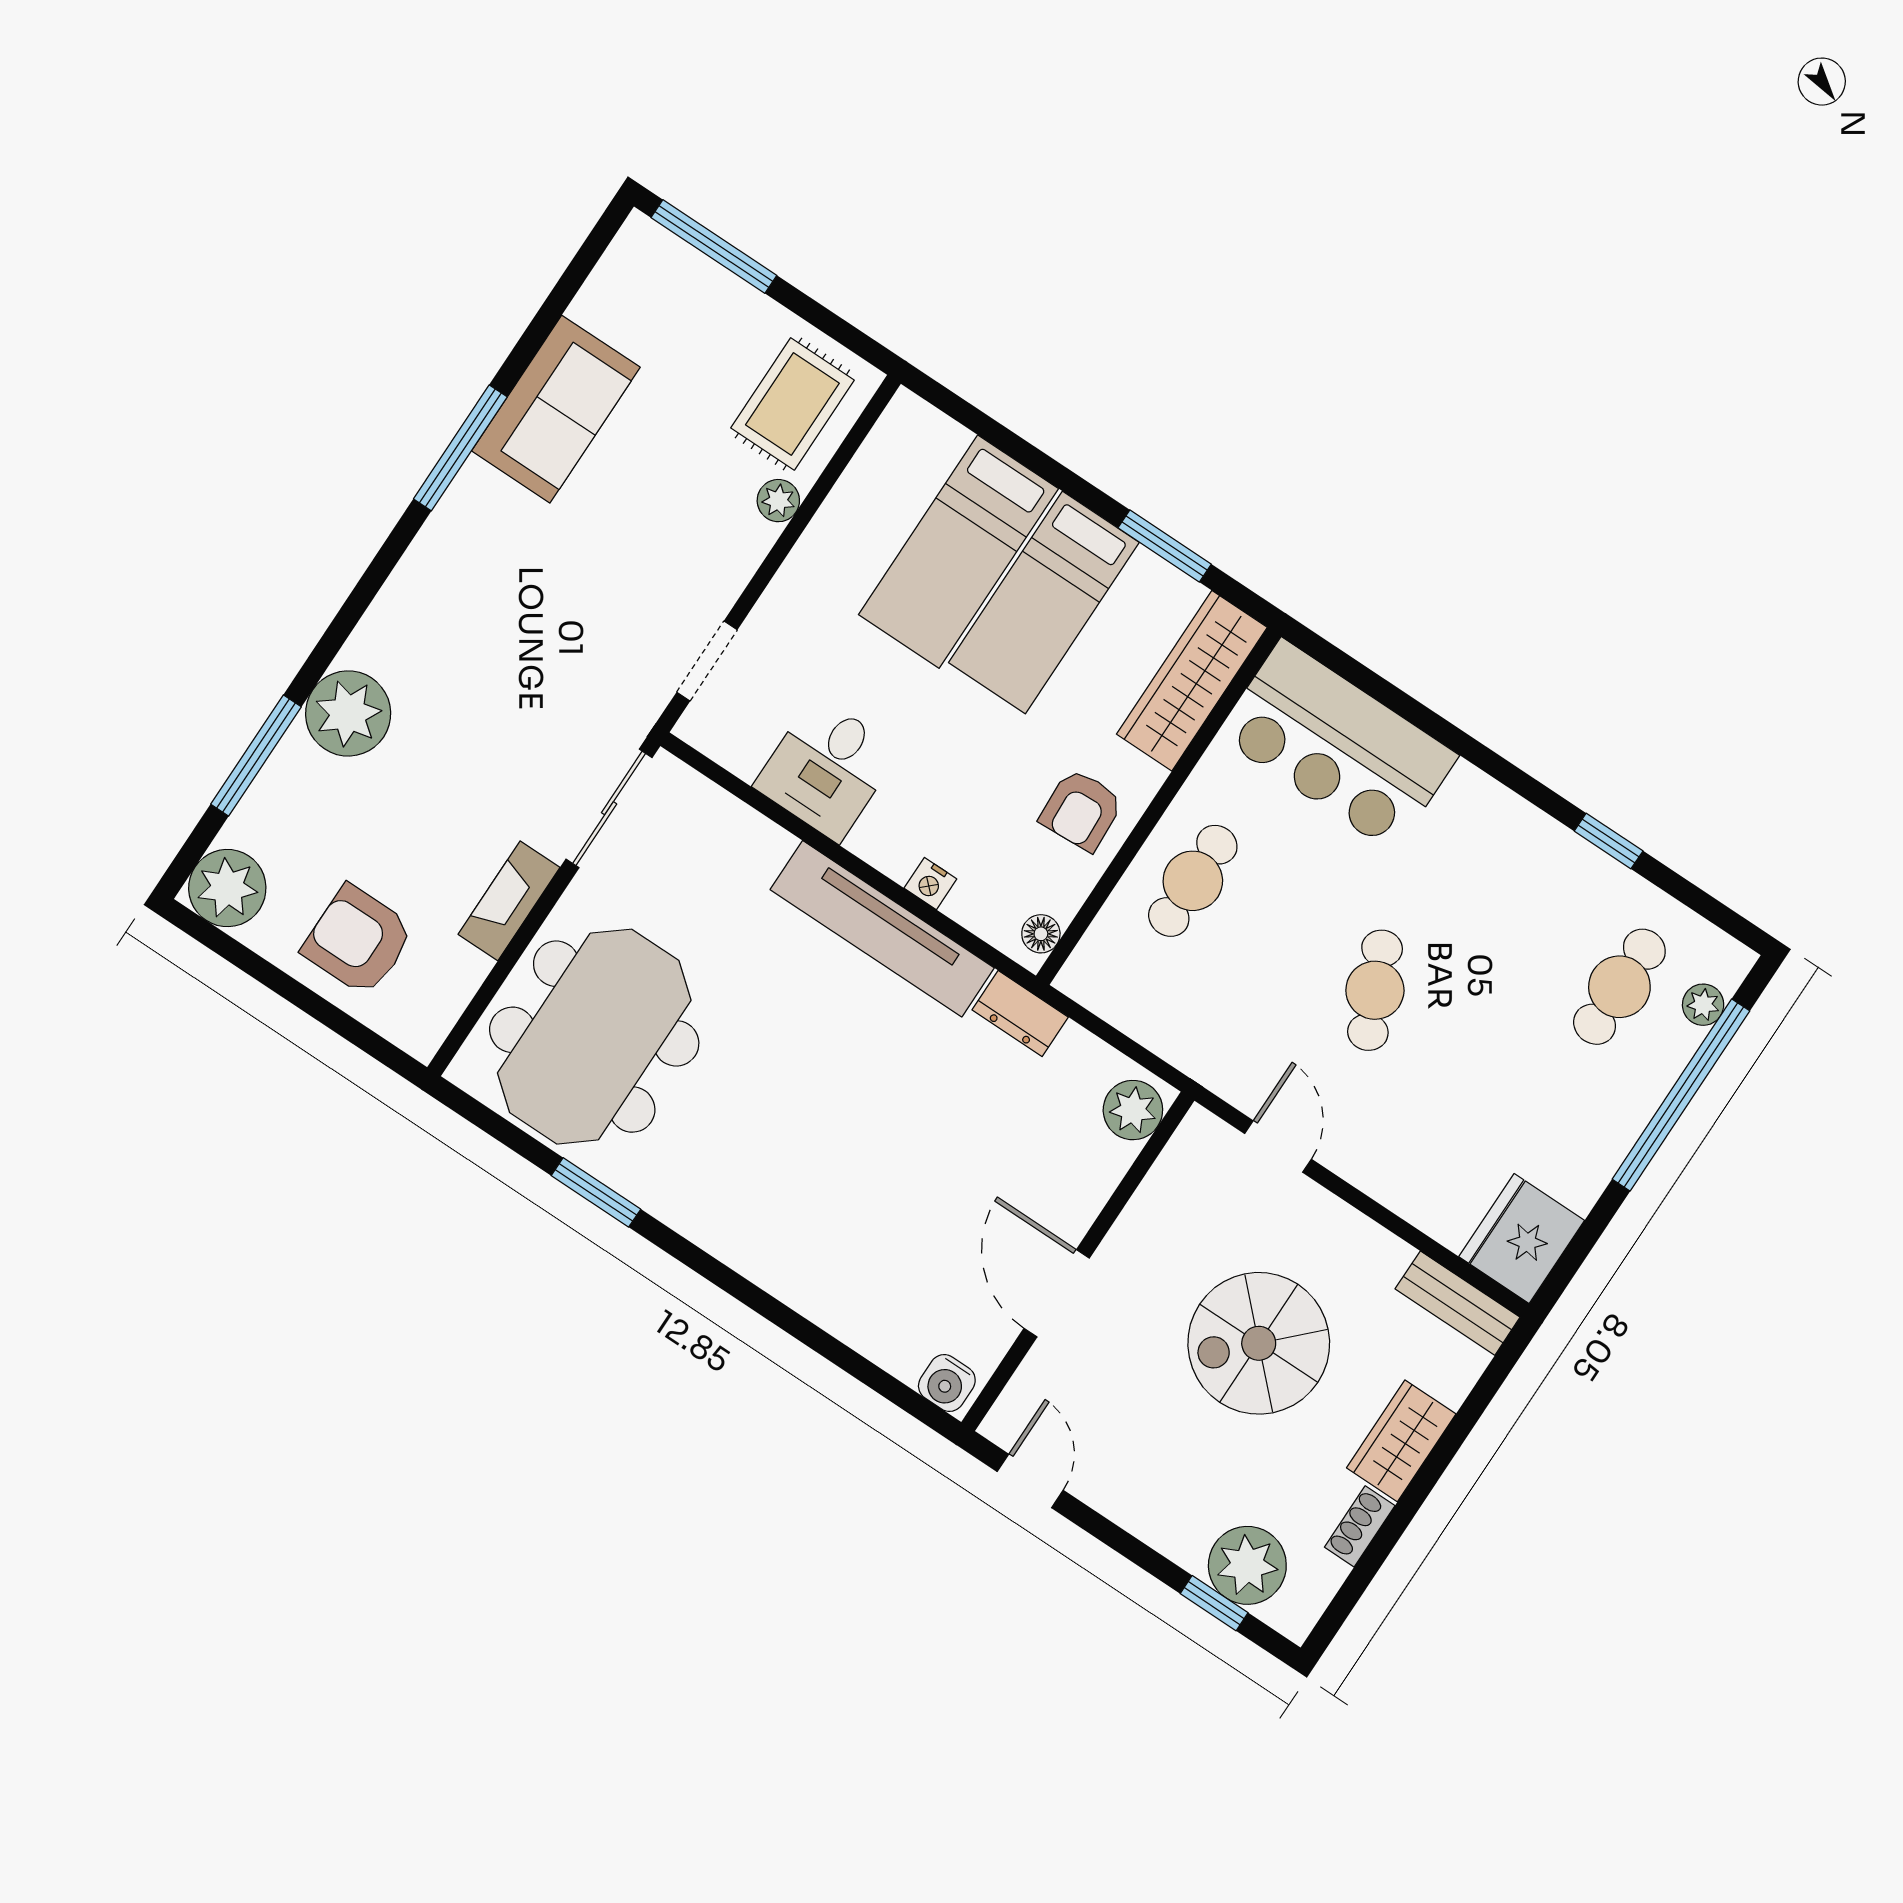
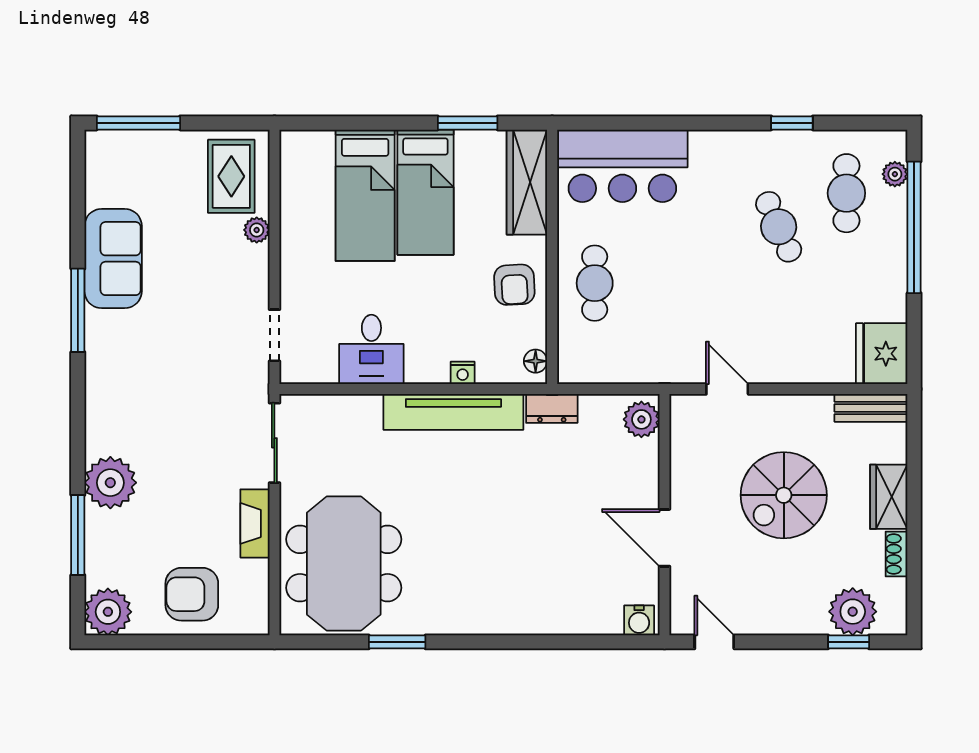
cafe table: (1375, 990) -> (779, 227), moved

